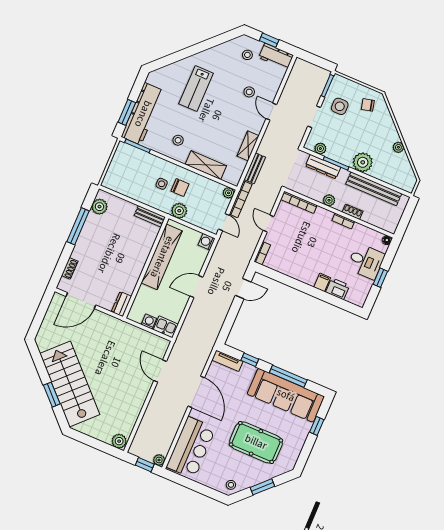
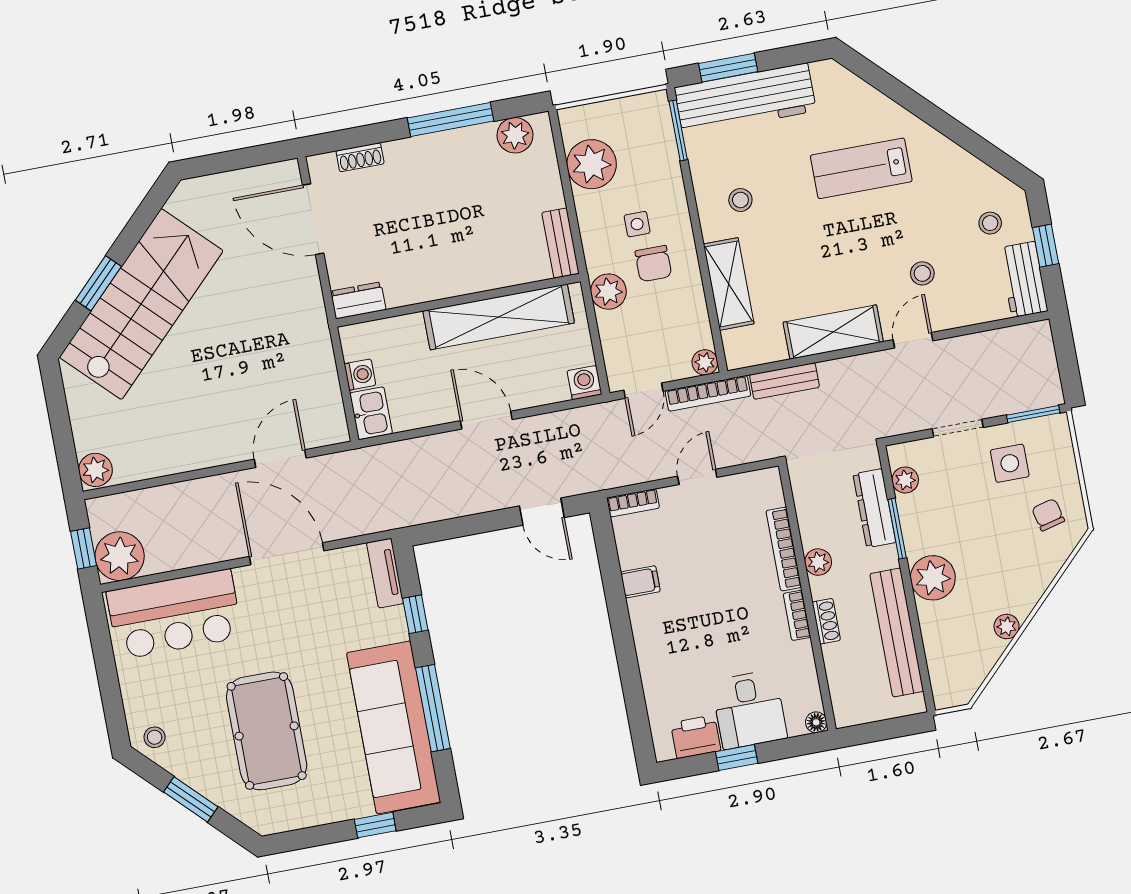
shelving: (248, 146) -> (833, 332), width x1.50, depth x1.33
plant: (129, 186) -> (592, 164), added
bookcase: (299, 202) -> (784, 549), moved
filing cabinet: (322, 282) -> (640, 582), moved
printer: (338, 289) -> (696, 737), moved, turned -90
door: (196, 392) -> (287, 554), swing flipped
plant: (159, 460) -> (120, 556), width x1.87, depth x1.87

